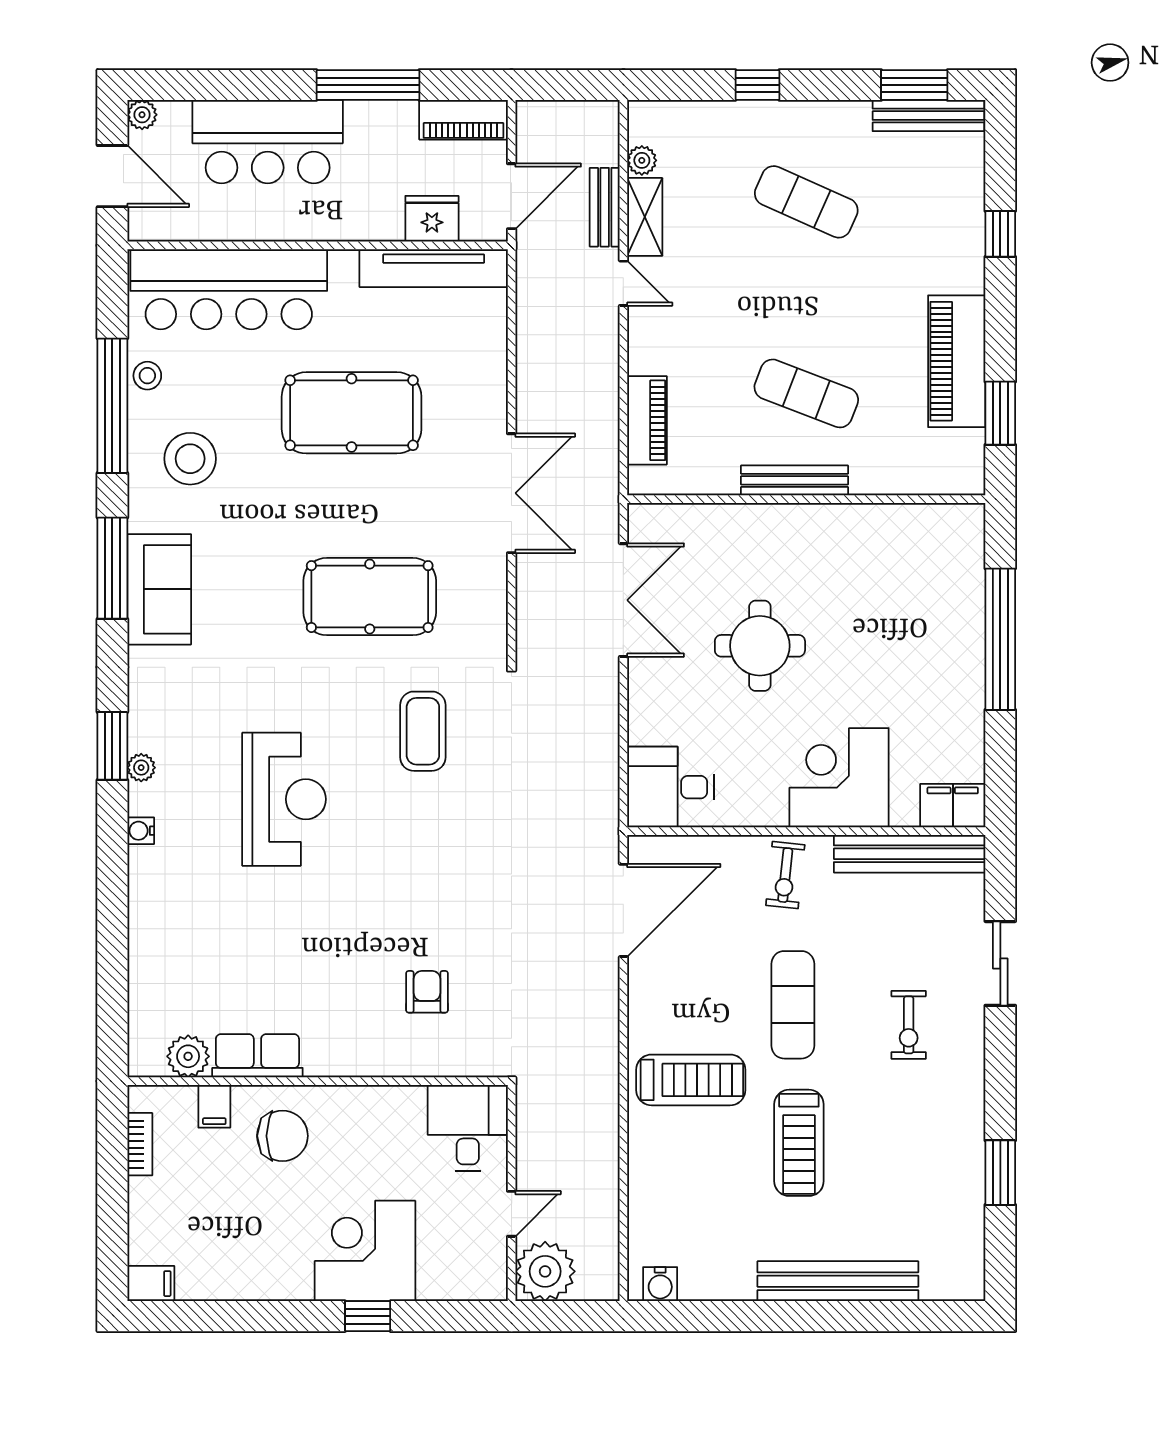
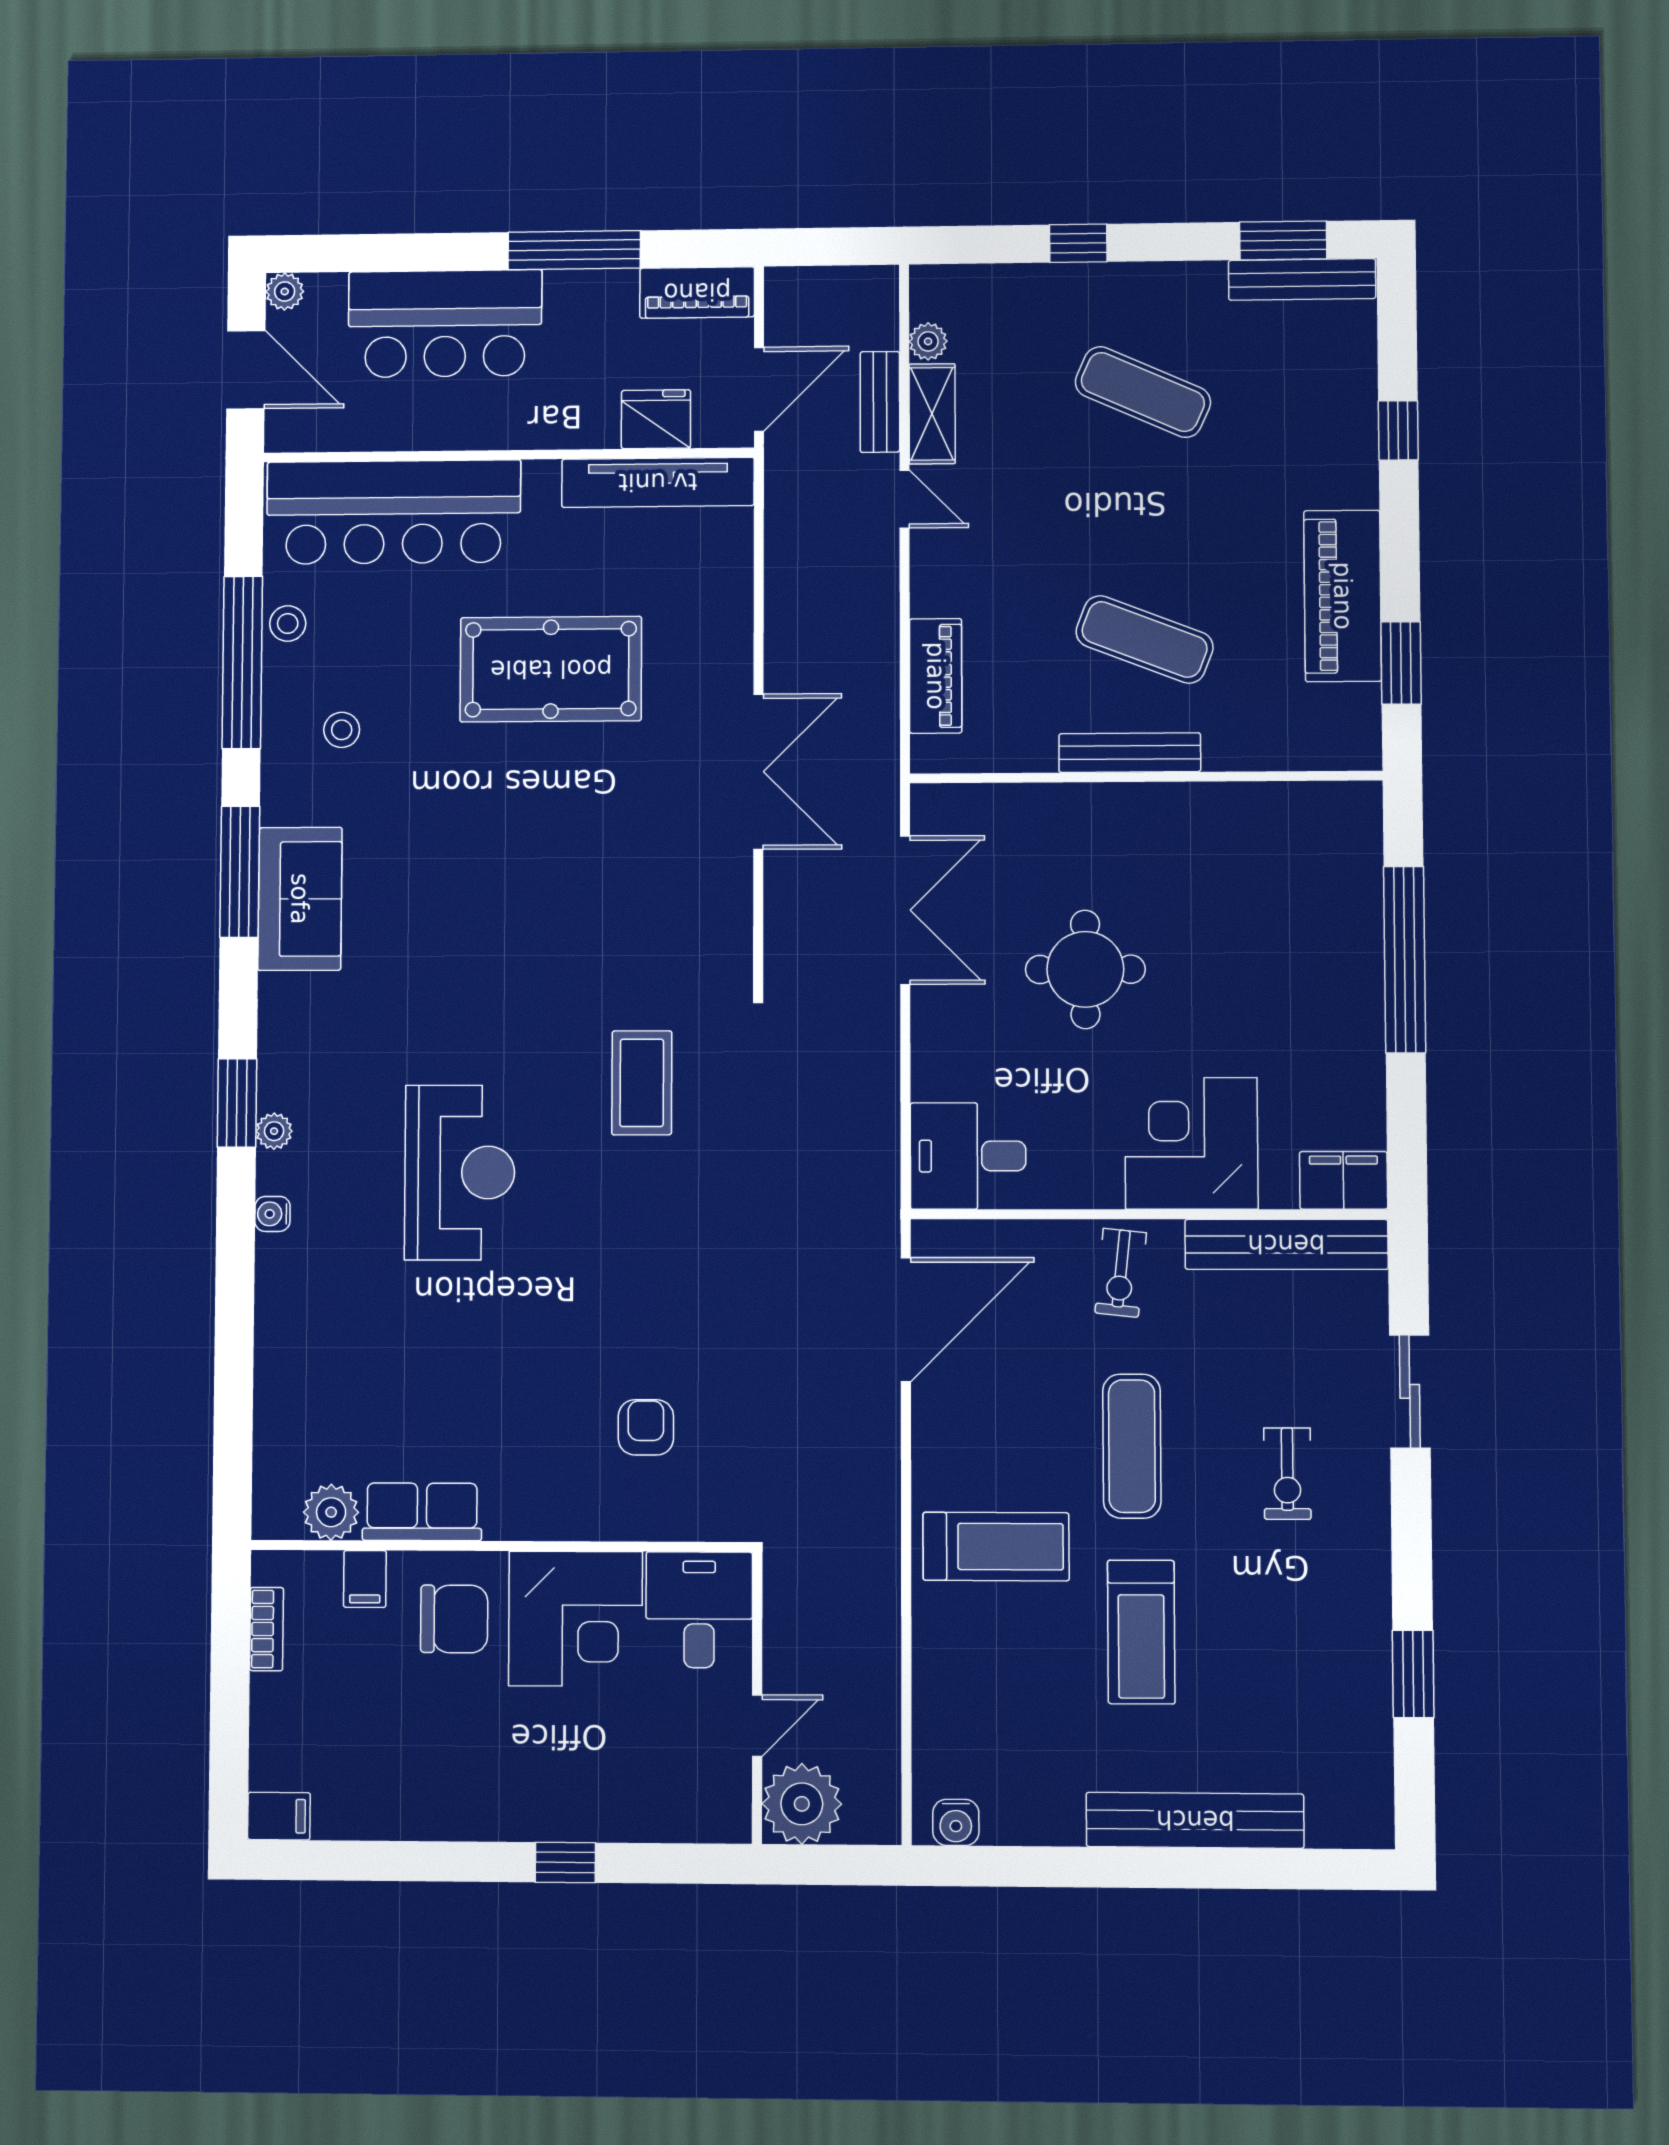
stool: (190, 459) -> (342, 730), width x0.53, depth x0.53
pool table: (370, 597) -> (573, 907), removed
corner desk: (365, 1251) -> (576, 1619), moved, turned 180

